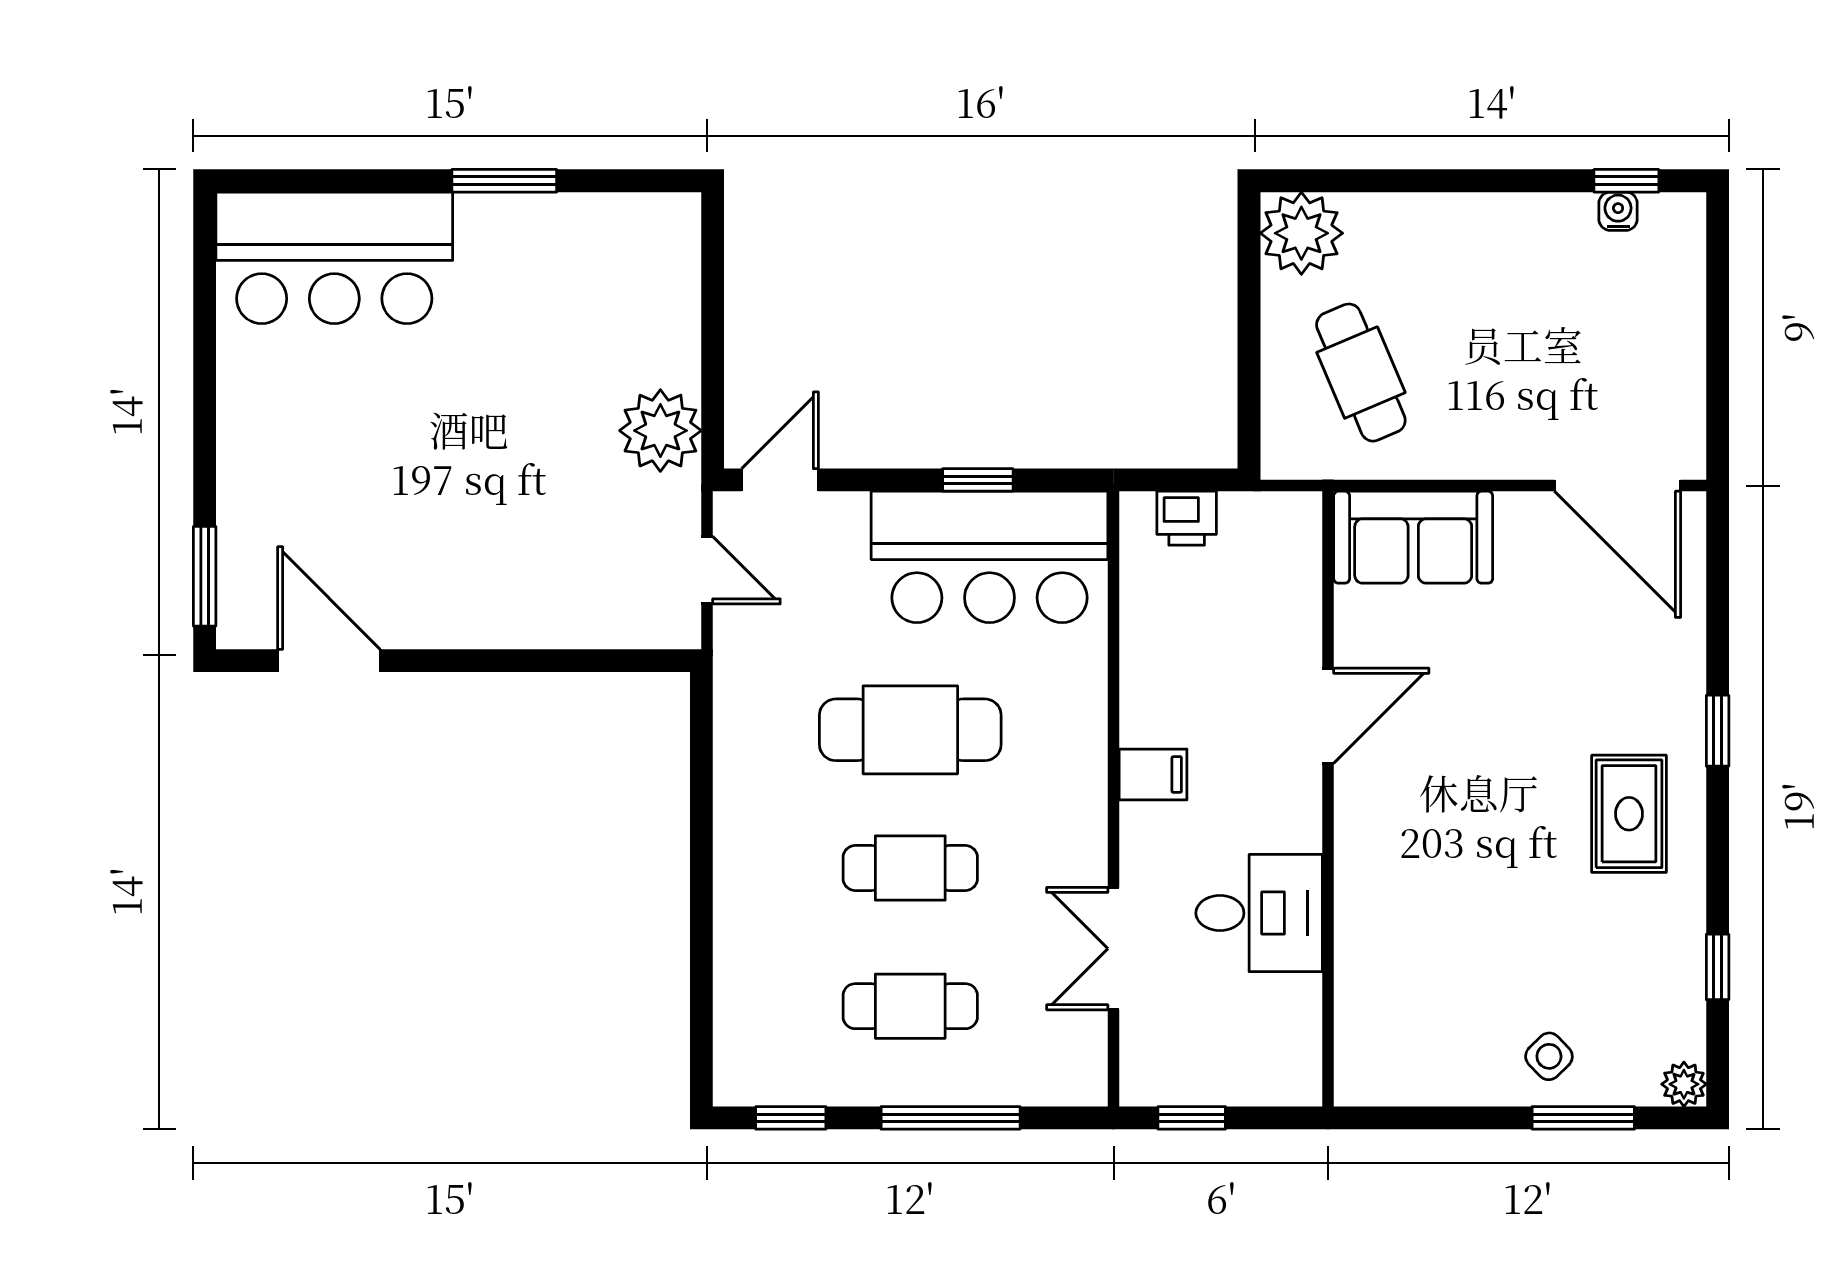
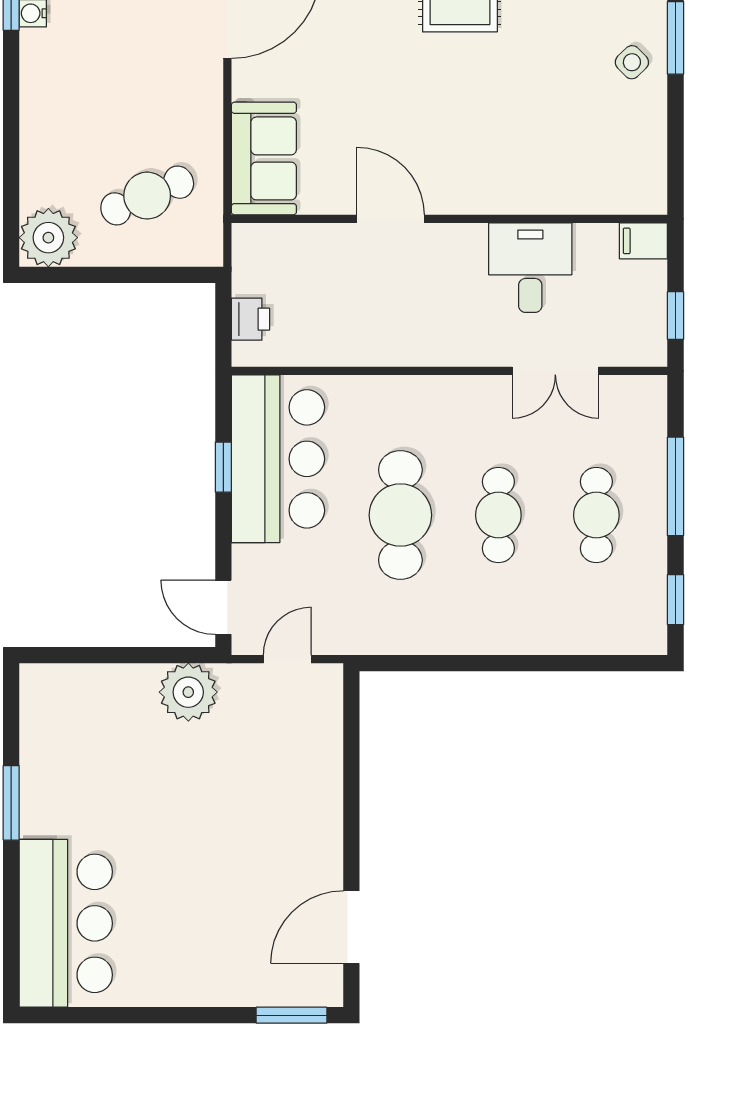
filing cabinet: (1153, 774) -> (643, 241), moved, turned -90

